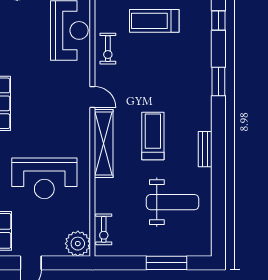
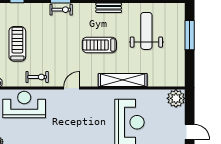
treadmill: (154, 21) -> (17, 44), turned 180
shelving: (104, 143) -> (123, 80), moved
exercise bike: (104, 229) -> (61, 10), moved

